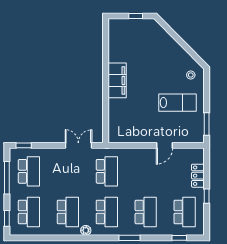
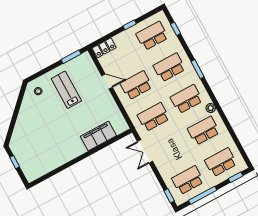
filing cabinet: (117, 80) -> (98, 136), moved
school desk: (146, 171) -> (136, 85), added
locker: (198, 176) -> (104, 48), moved

